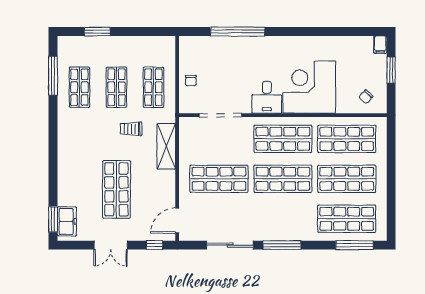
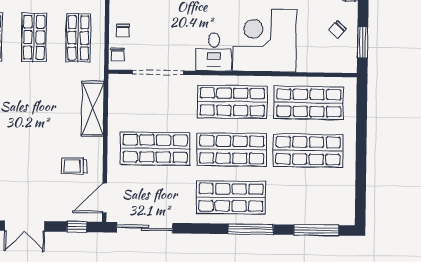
window: (391, 70) -> (363, 42), moved
chair: (366, 97) -> (337, 29), moved
chair: (187, 101) -> (118, 54), added
trolley: (131, 129) -> (74, 166), moved
shop shelf: (116, 189) -> (32, 159), removed
shop shelf: (347, 219) -> (231, 197), moved
sliding door: (230, 245) -> (145, 228), moved
window: (282, 245) -> (251, 229), moved

